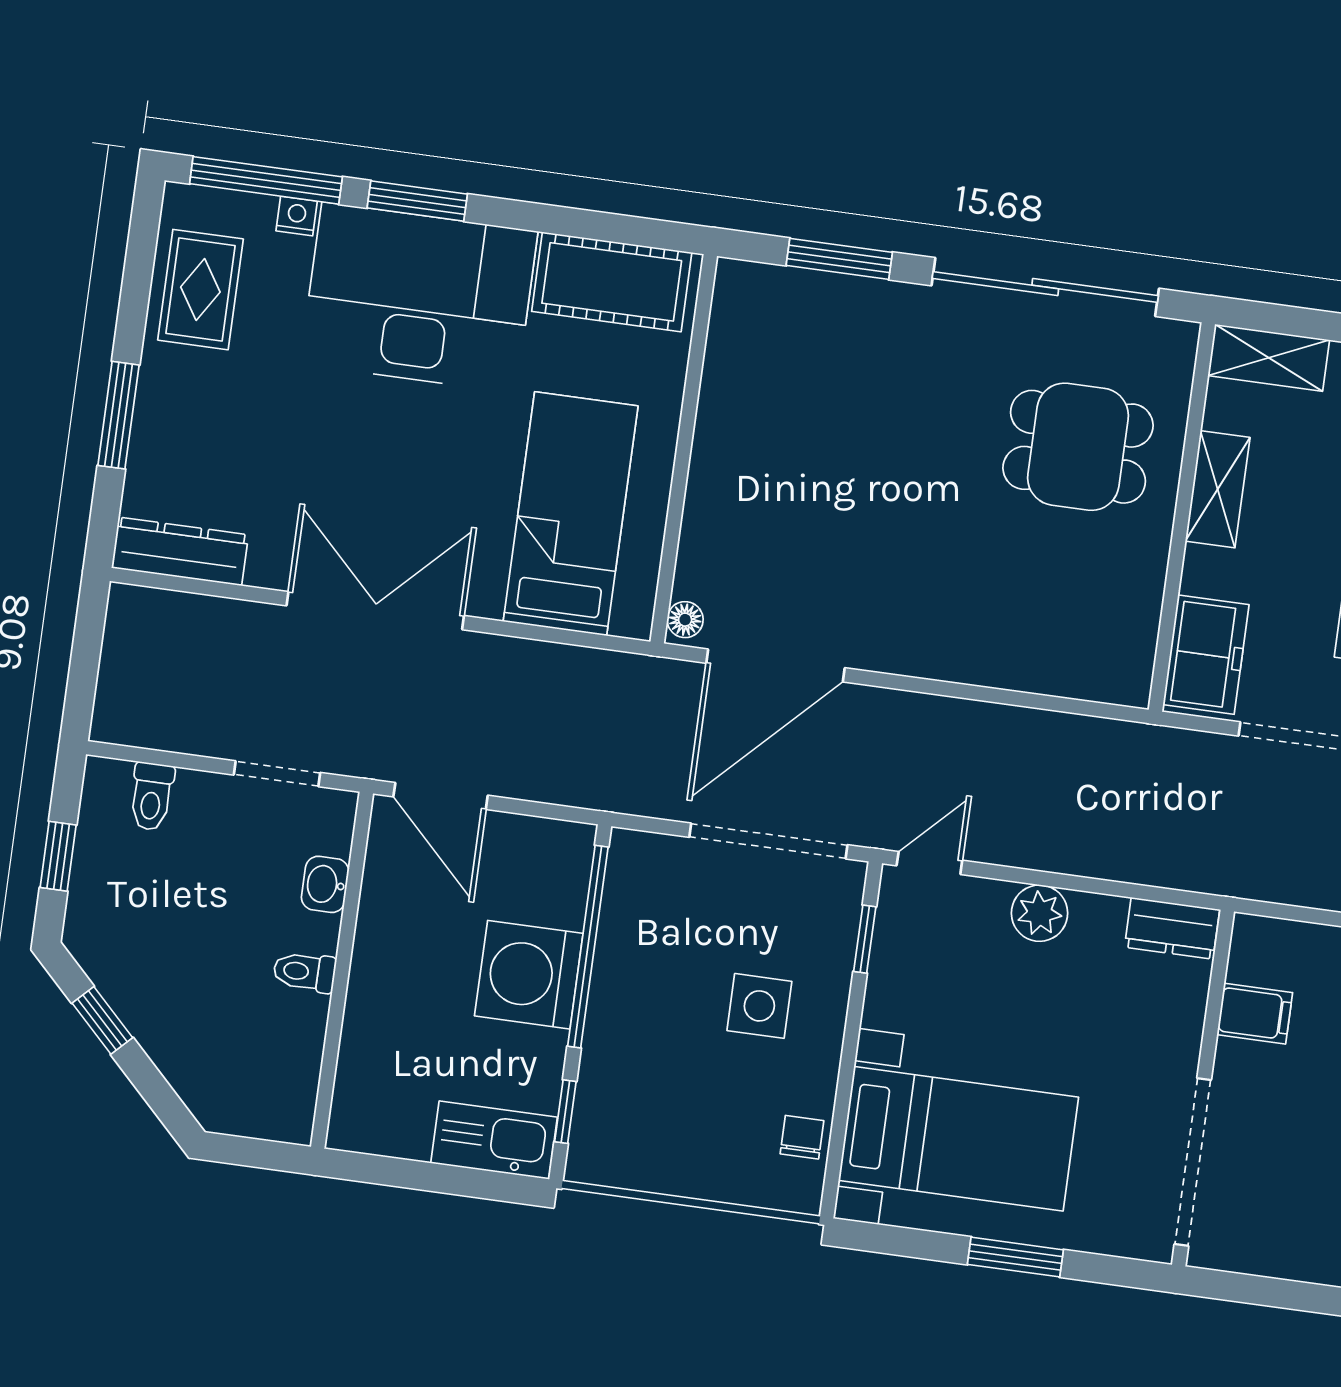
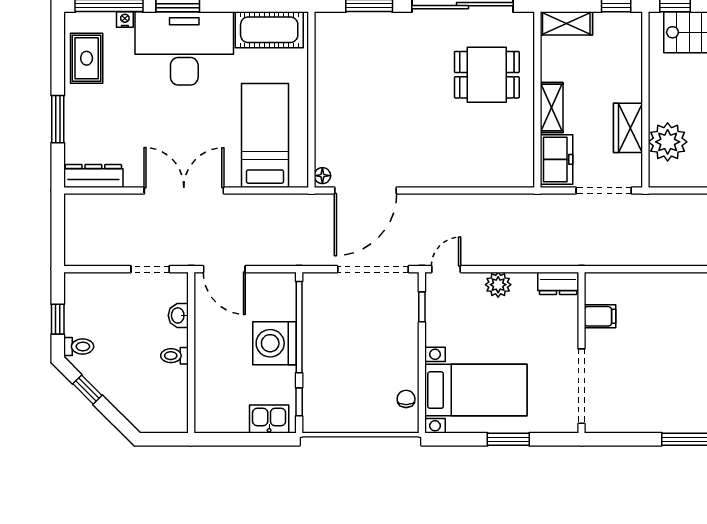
shelving: (1218, 489) -> (552, 108), moved
toilet: (152, 796) -> (79, 346), moved, turned -90
side table: (759, 1006) -> (379, 343), removed
kitchen sink: (494, 1140) -> (269, 419), width x0.73

